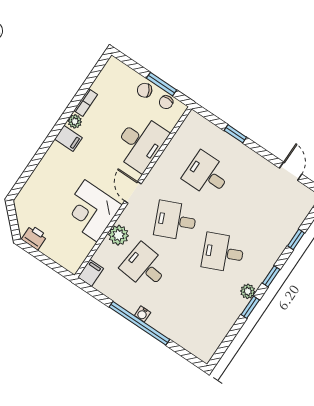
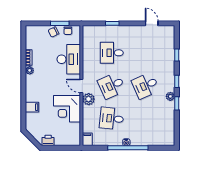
filing cabinet: (68, 138) -> (32, 107), moved
plant: (119, 235) -> (89, 99), moved

